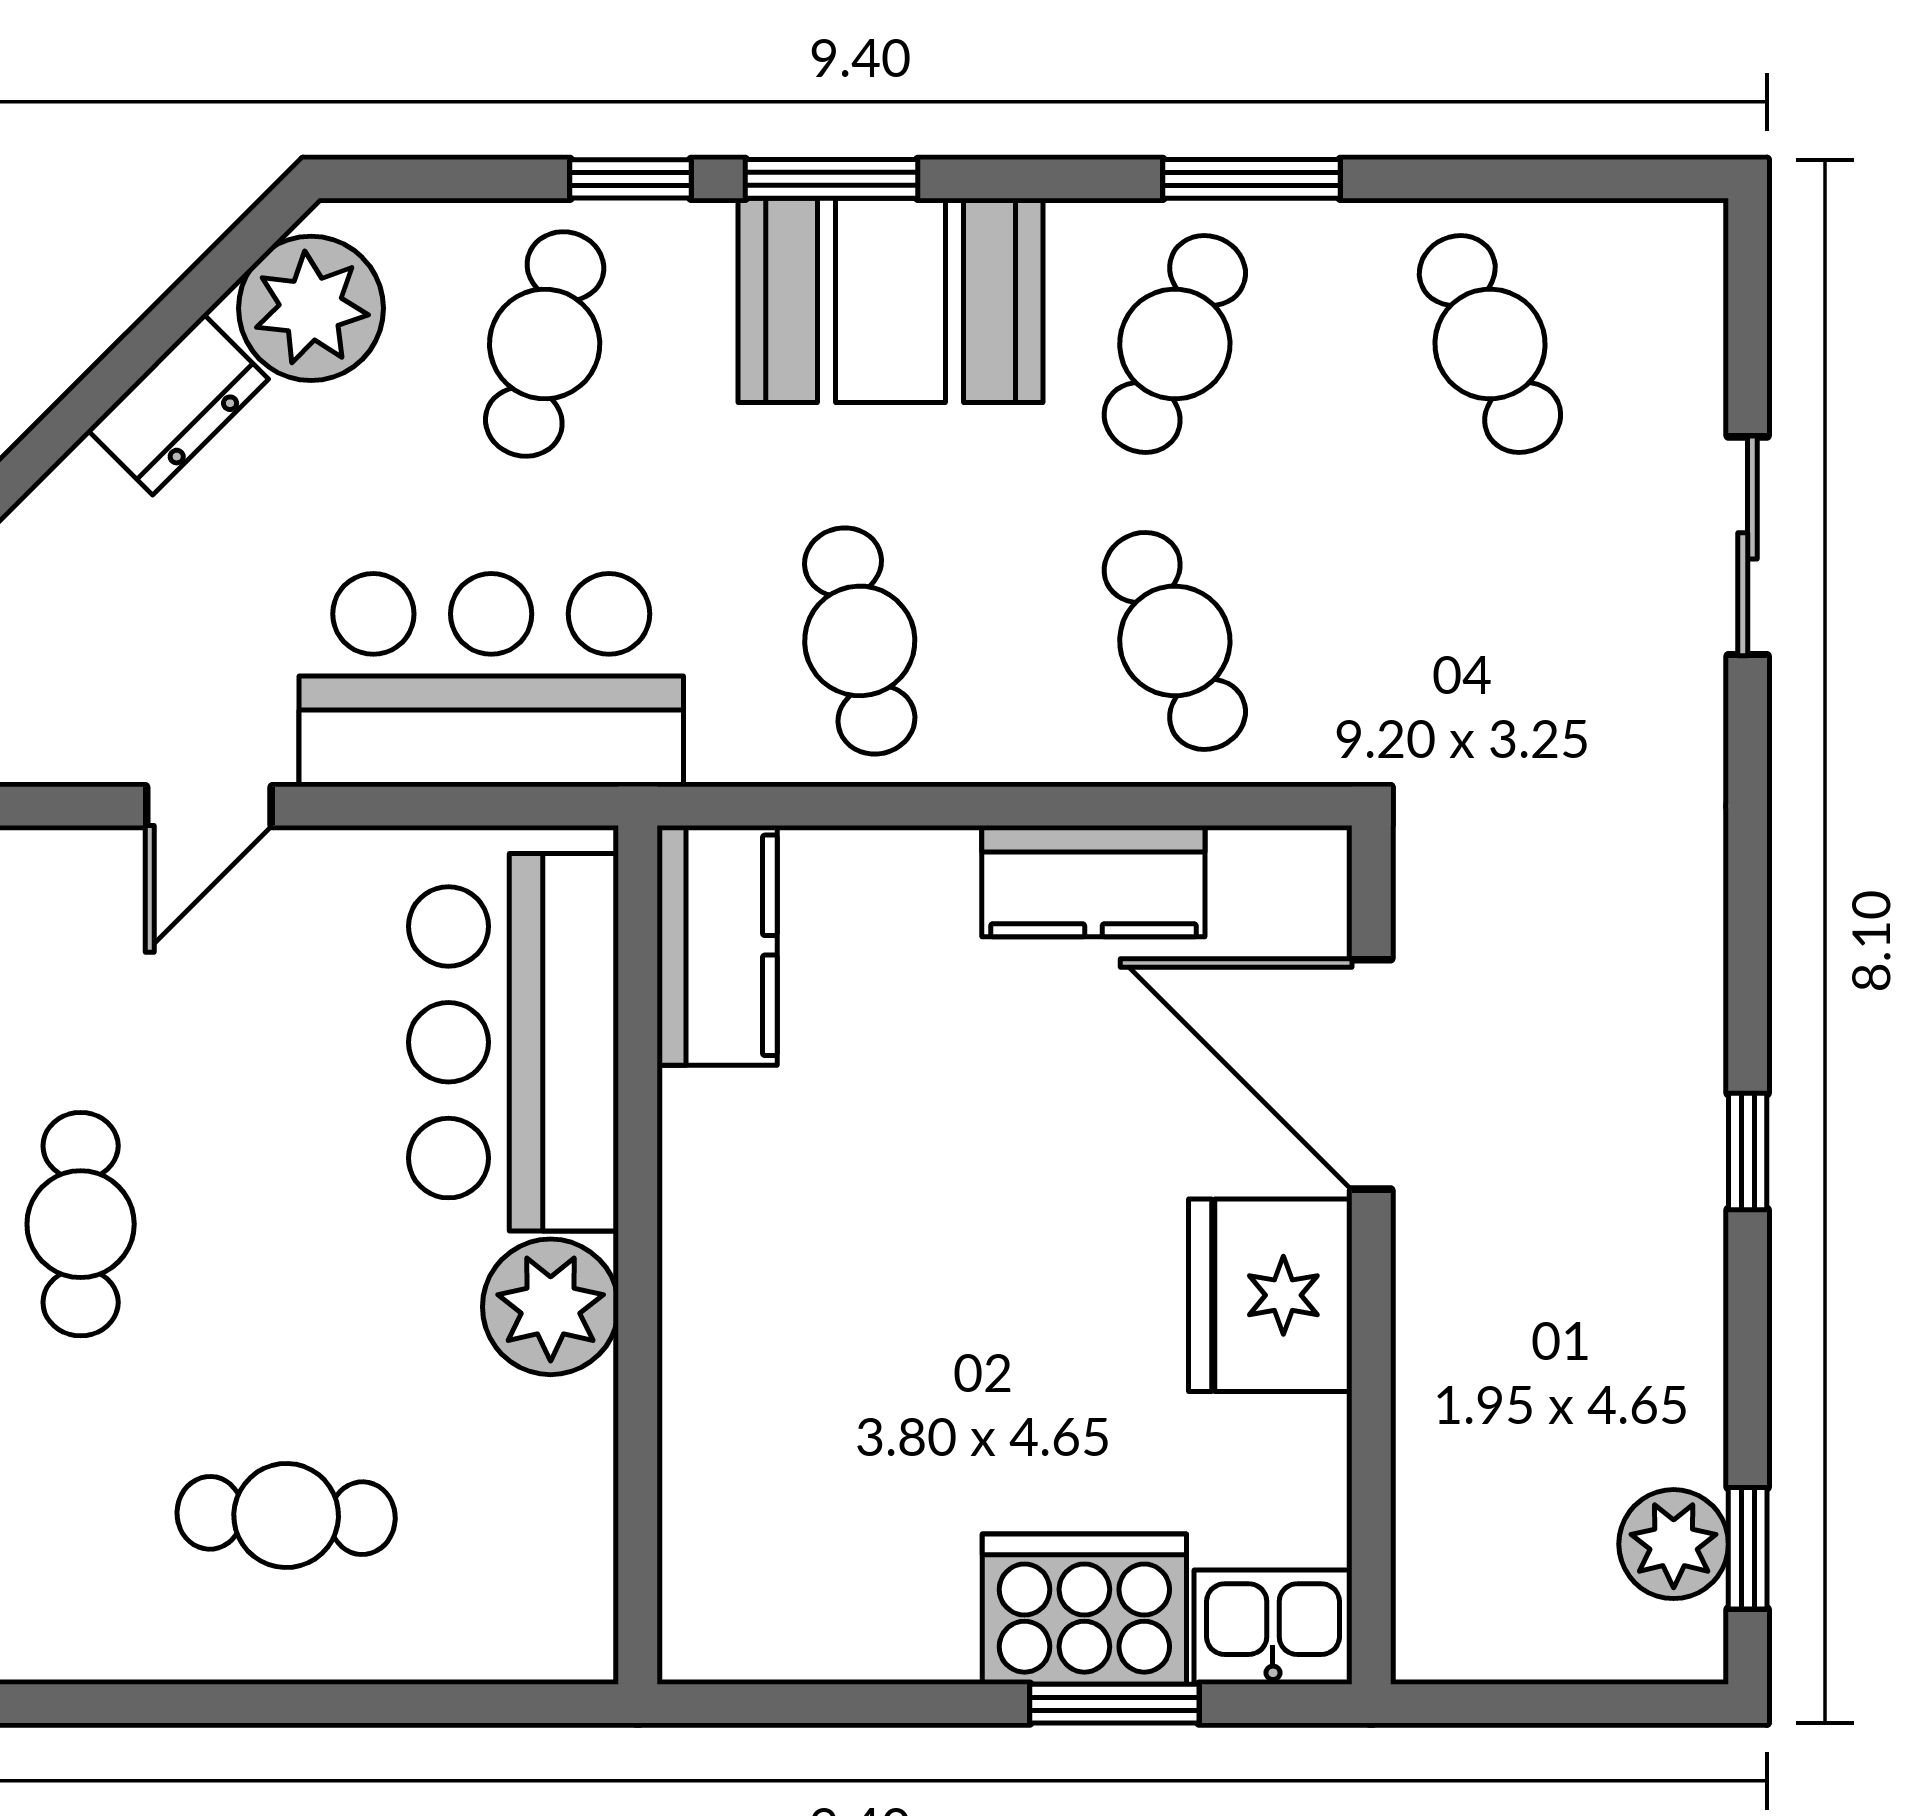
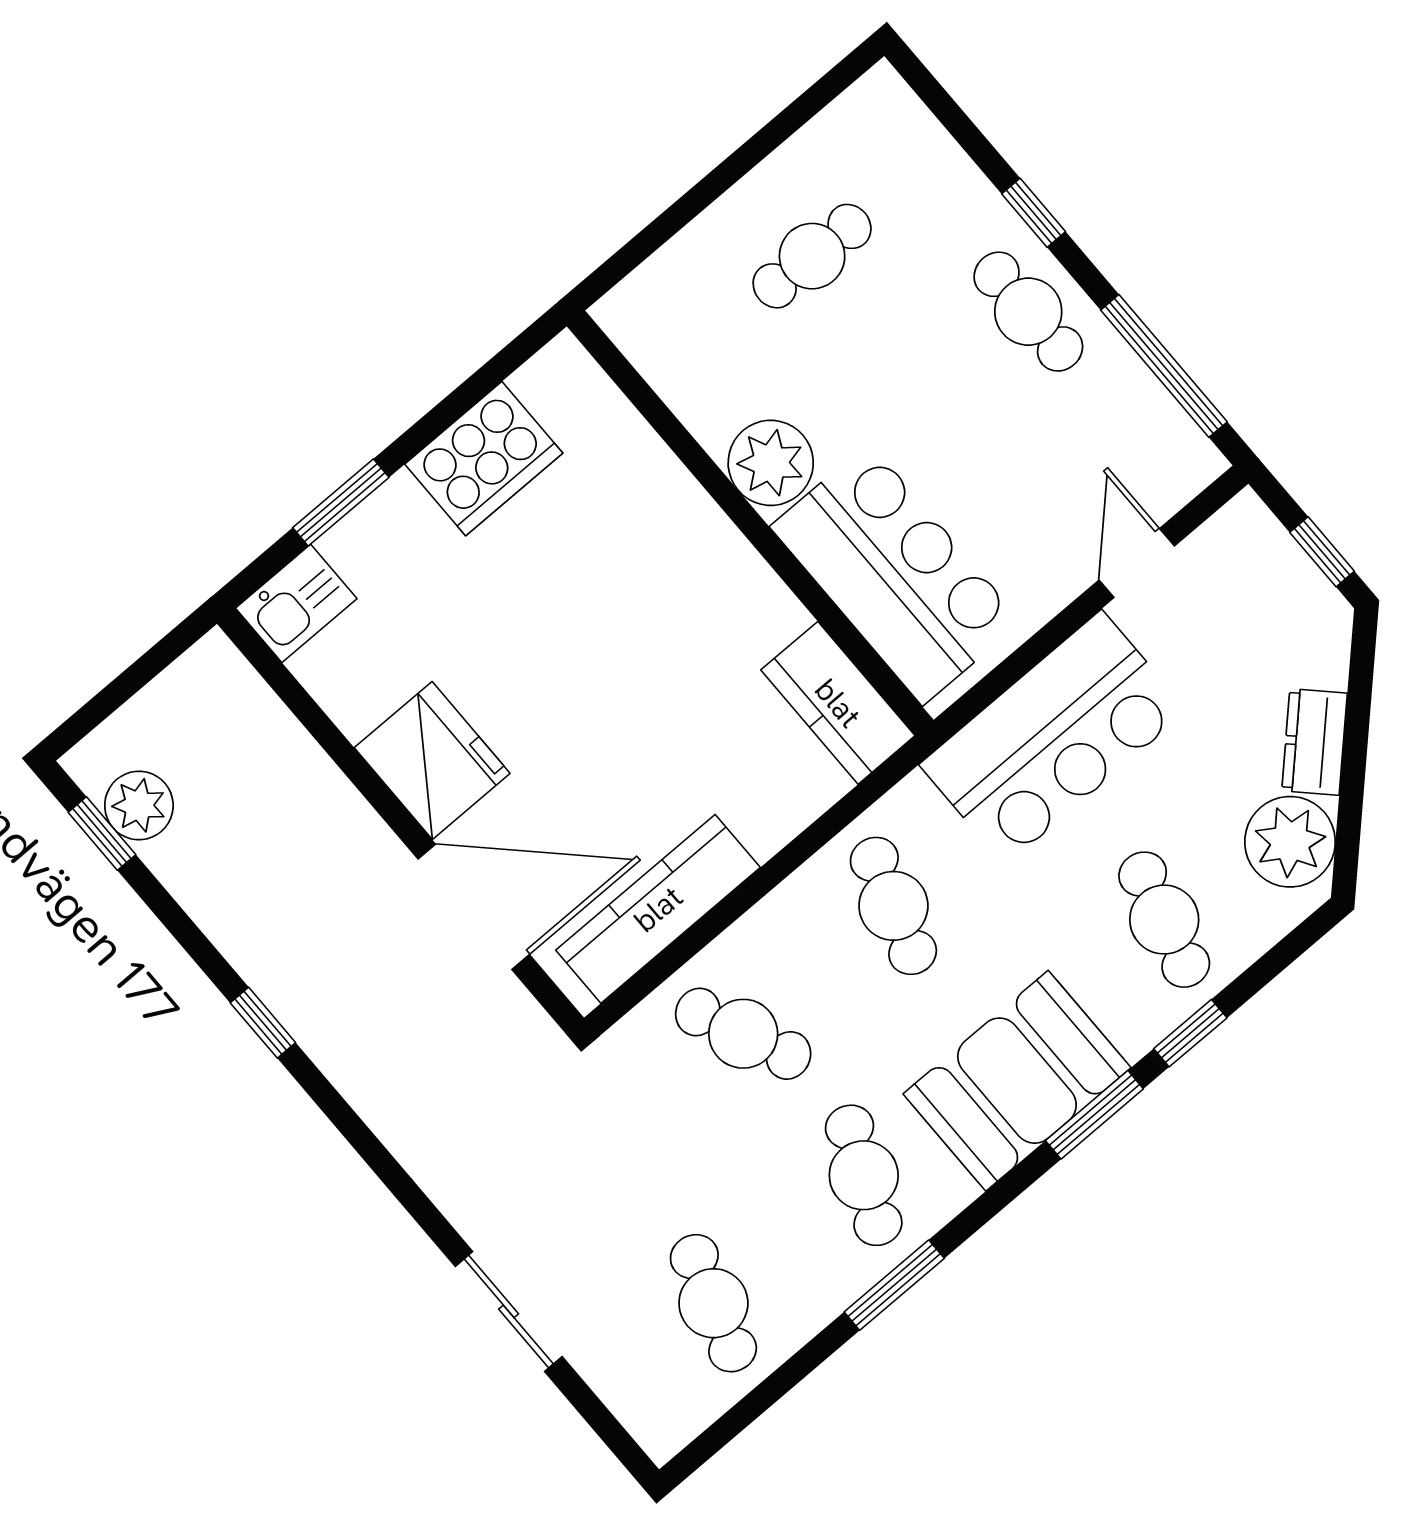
cafe table: (1490, 344) -> (713, 1303), turned 42
cafe table: (860, 641) -> (893, 906), turned 30
kitchen counter: (1093, 881) -> (658, 909), width x1.50
cooker: (1084, 1609) -> (484, 459), moved

